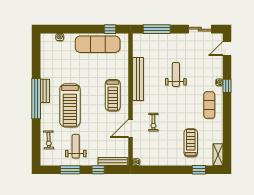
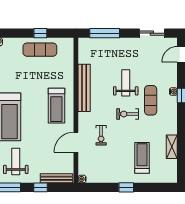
window: (110, 29) -> (40, 33), moved
exercise mat: (98, 44) -> (40, 50), width x0.73, depth x0.69
exercise bike: (178, 103) -> (128, 114), added
exercise mat: (209, 105) -> (151, 100), moved
shelving: (218, 155) -> (172, 147), moved
window: (199, 170) -> (126, 187), moved

